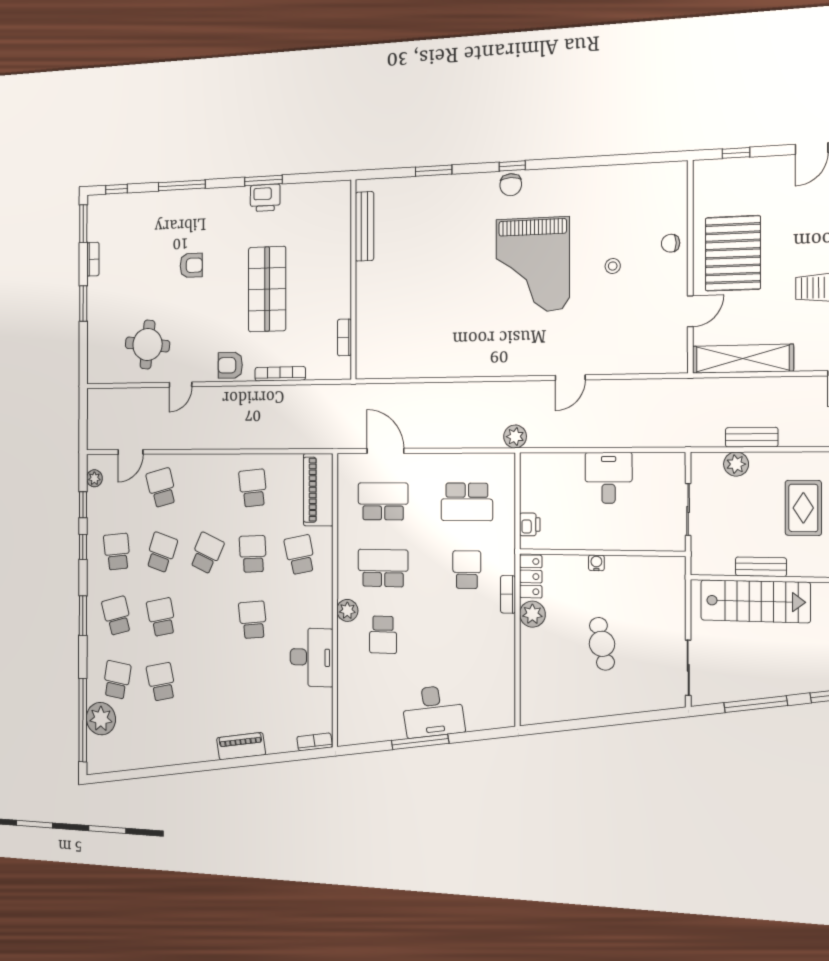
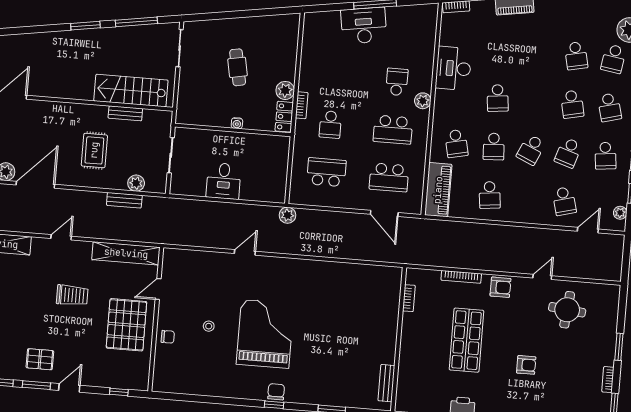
bench: (364, 226) -> (386, 383), width x0.73
armchair: (191, 265) -> (526, 365), turned 180
printer: (530, 524) -> (282, 153), removed

